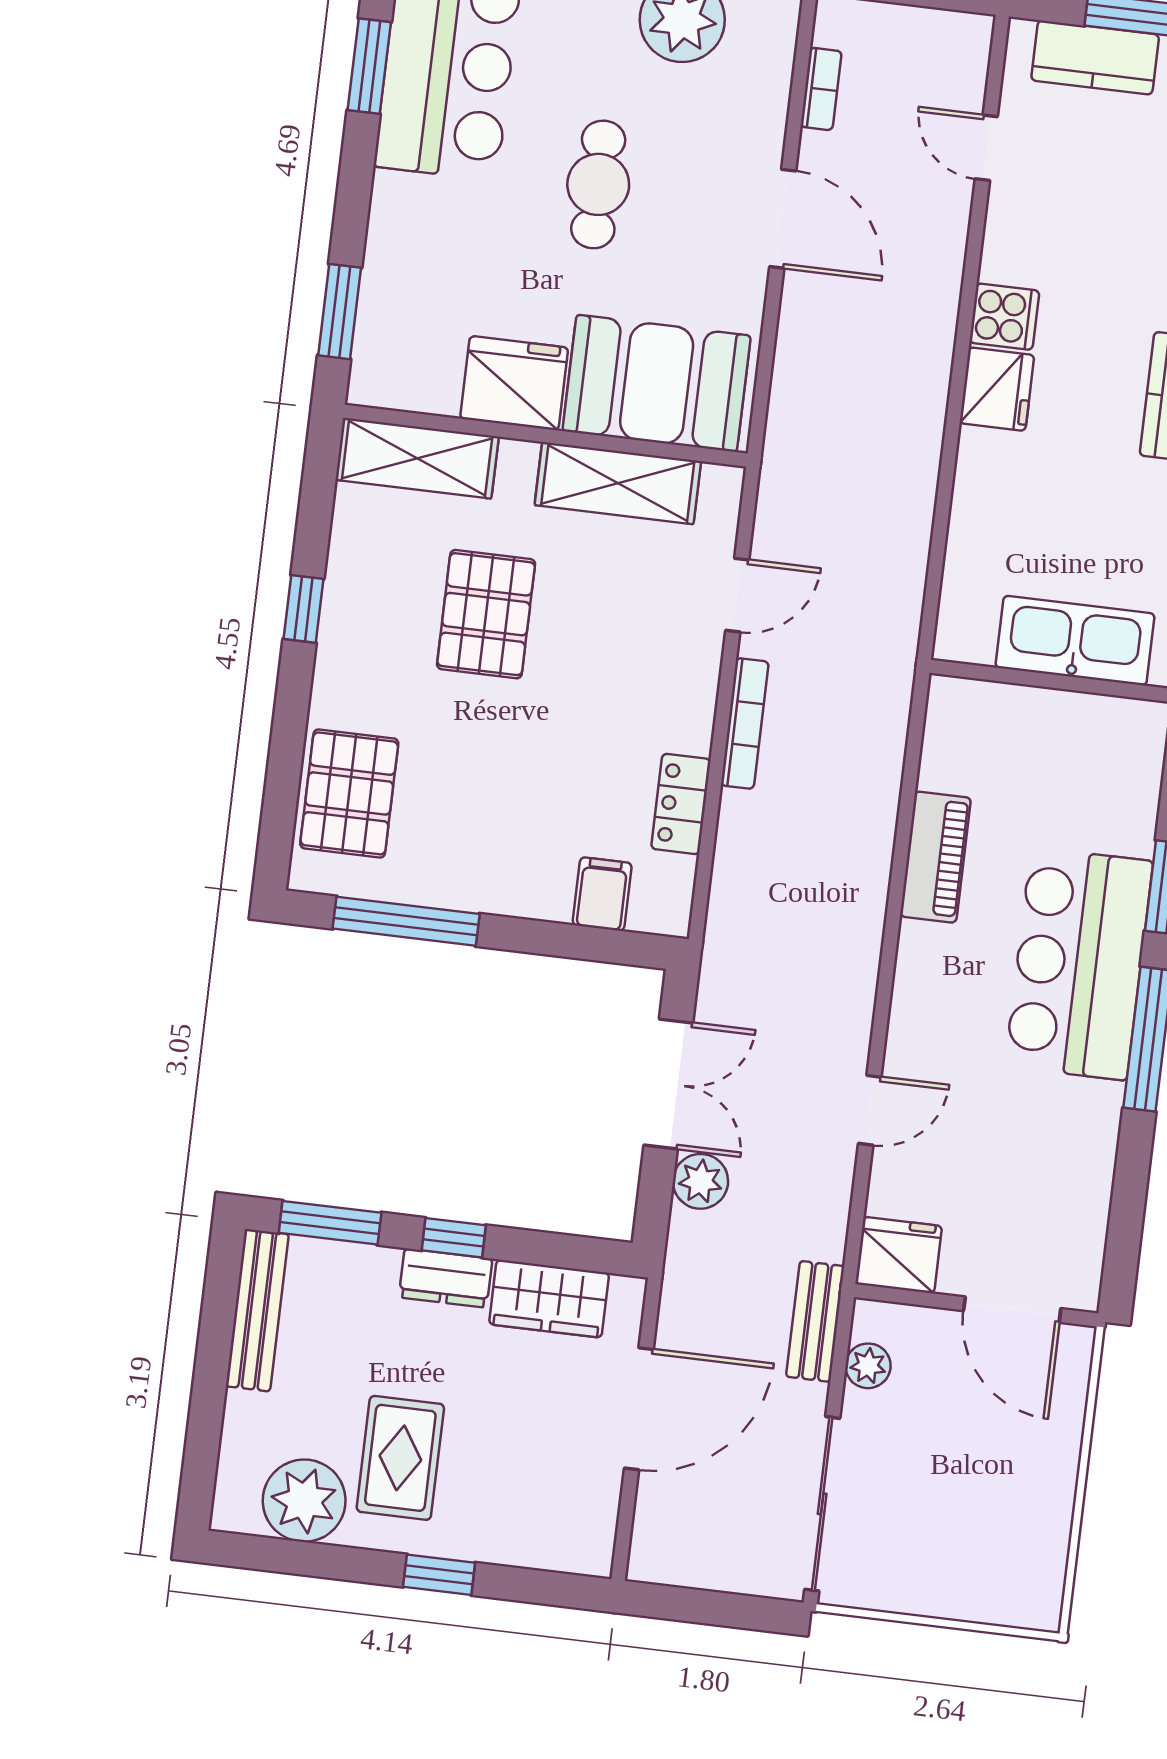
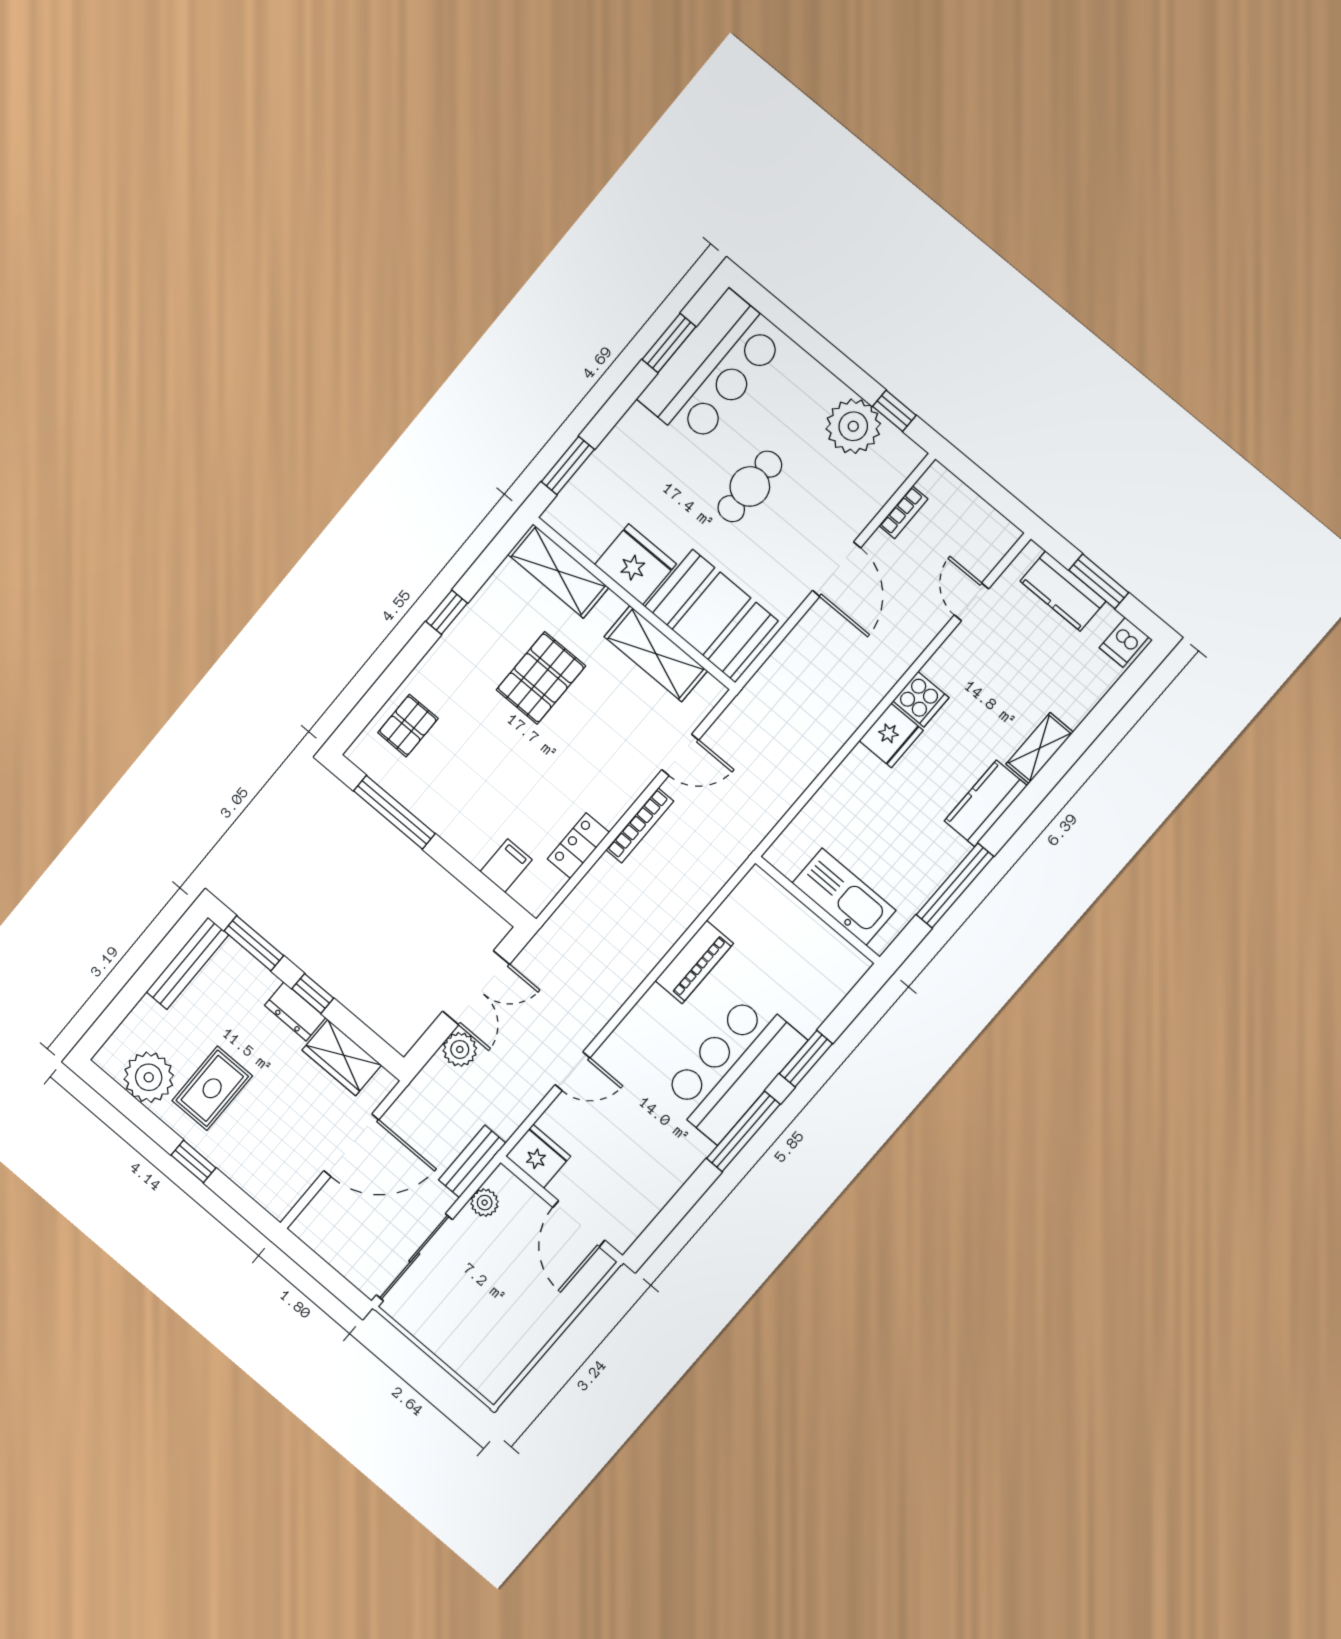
pallet: (349, 793) -> (408, 726), width x0.67, depth x0.71

